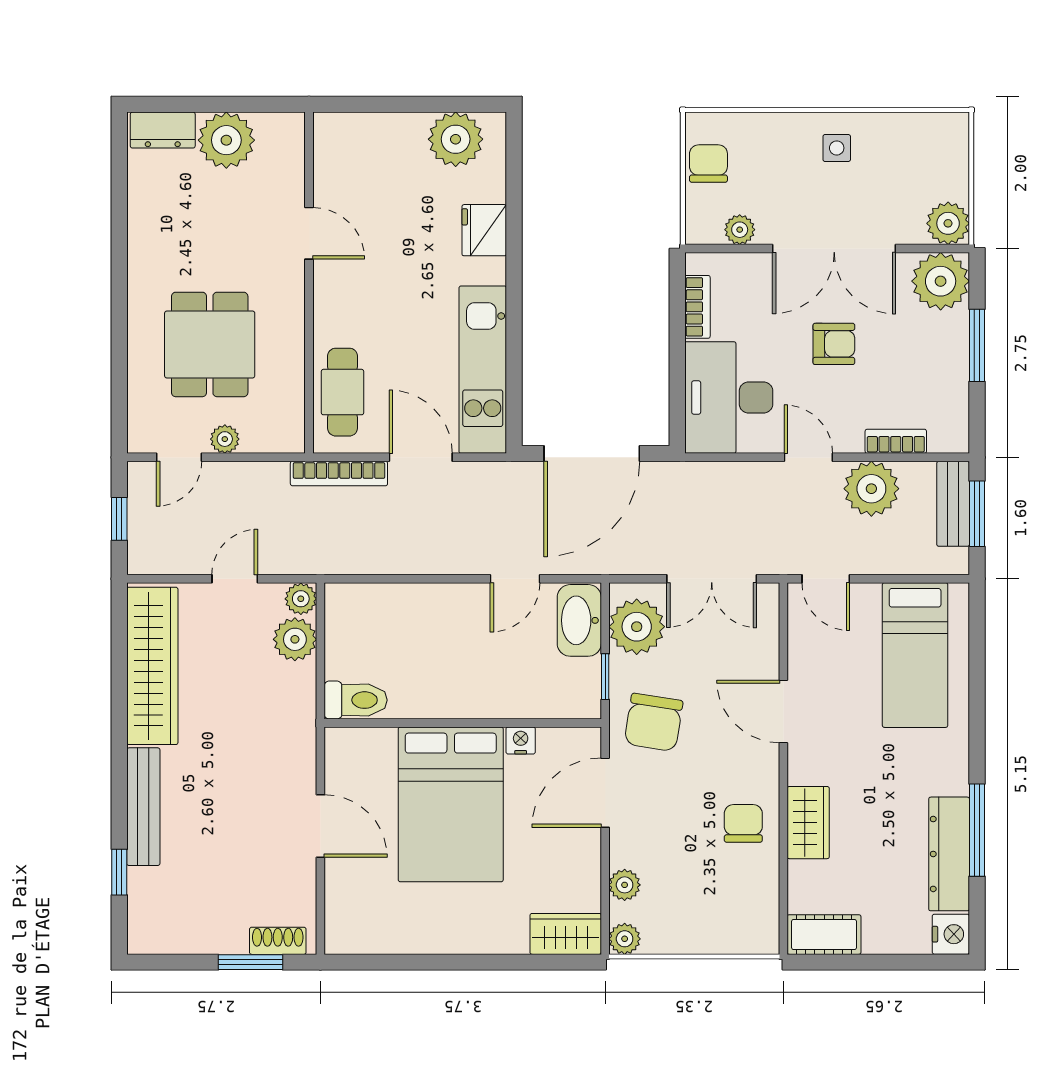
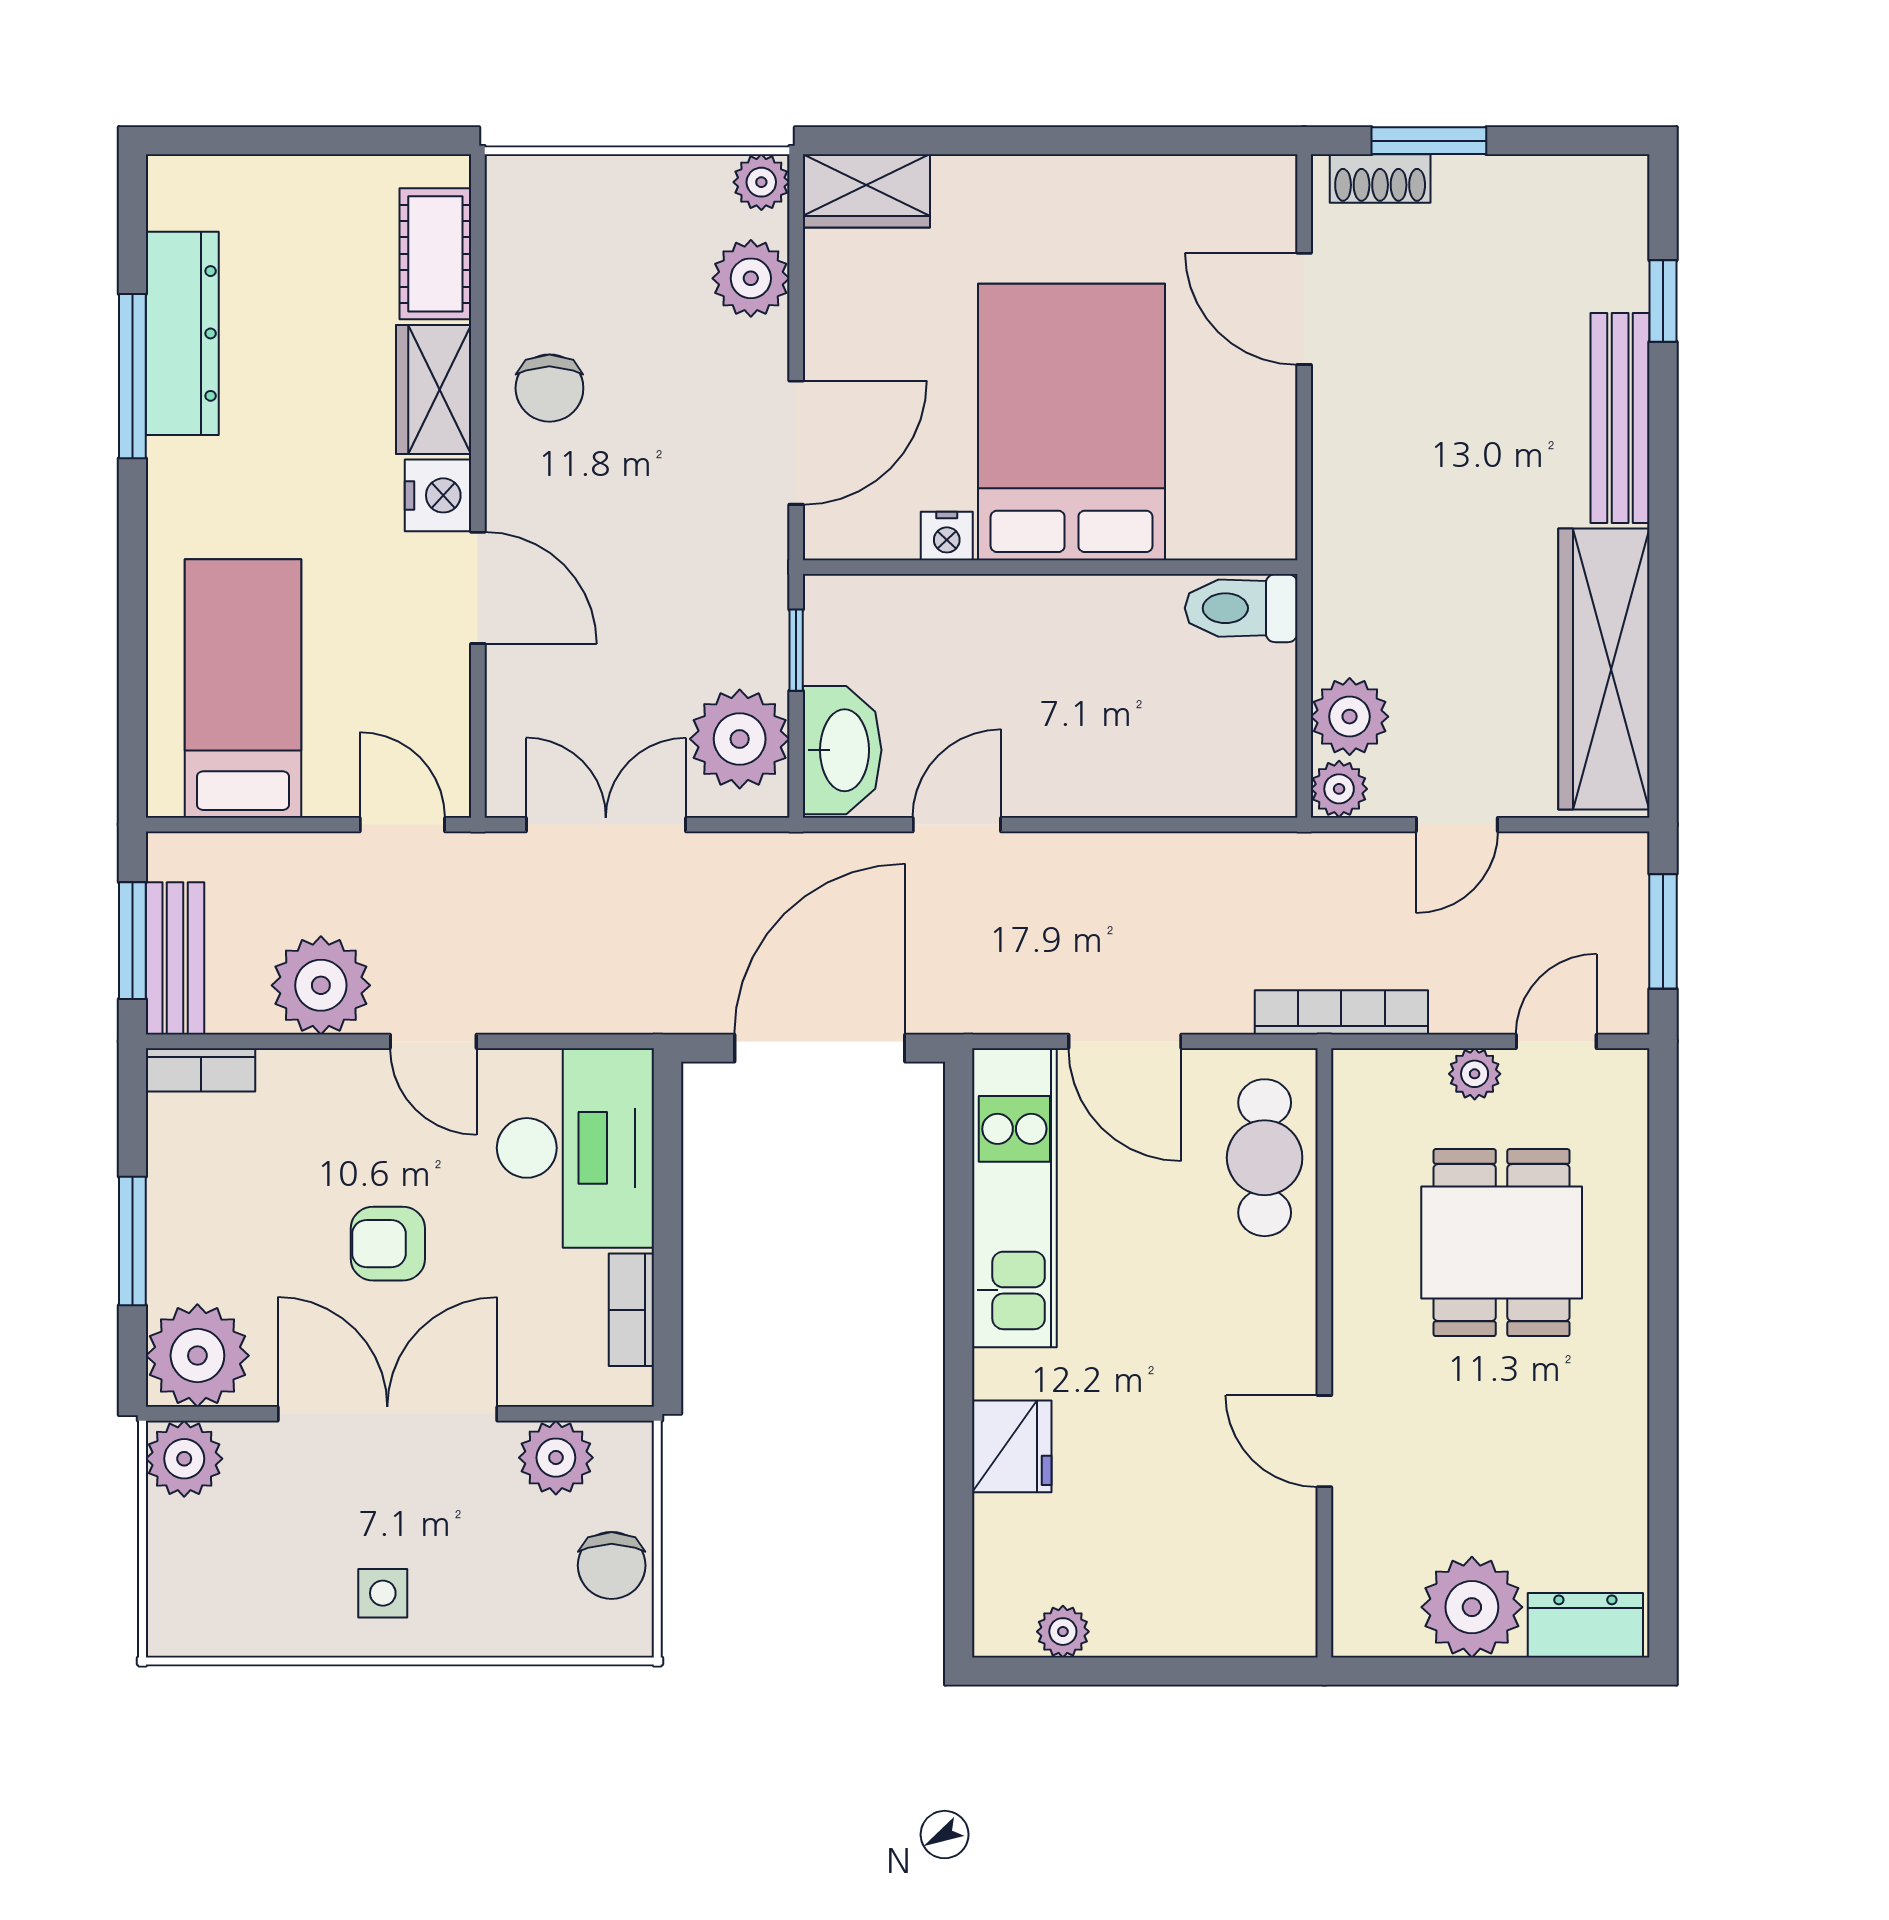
plant: (456, 139) -> (1063, 1632), width x0.53, depth x0.53
plant: (740, 230) -> (556, 1458), width x1.38, depth x1.38
bookcase: (896, 441) -> (201, 1070), moved
bookcase: (339, 474) -> (1341, 1012), moved
window: (119, 519) -> (1663, 931), width x1.50
chair: (654, 722) -> (710, 568), removed
door: (320, 826) -> (1304, 309), moved
plant: (625, 885) -> (751, 278), width x1.38, depth x1.38
nightstand: (951, 934) -> (438, 495), moved, turned 180
cot: (824, 935) -> (435, 254), moved, turned 90

